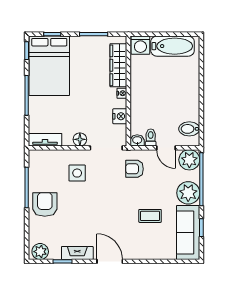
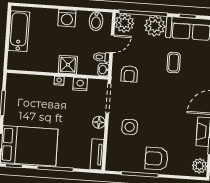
washing machine: (140, 45) -> (67, 18), moved, turned 90
wardrobe: (118, 65) -> (33, 82), removed
shower: (140, 102) -> (68, 65), added

